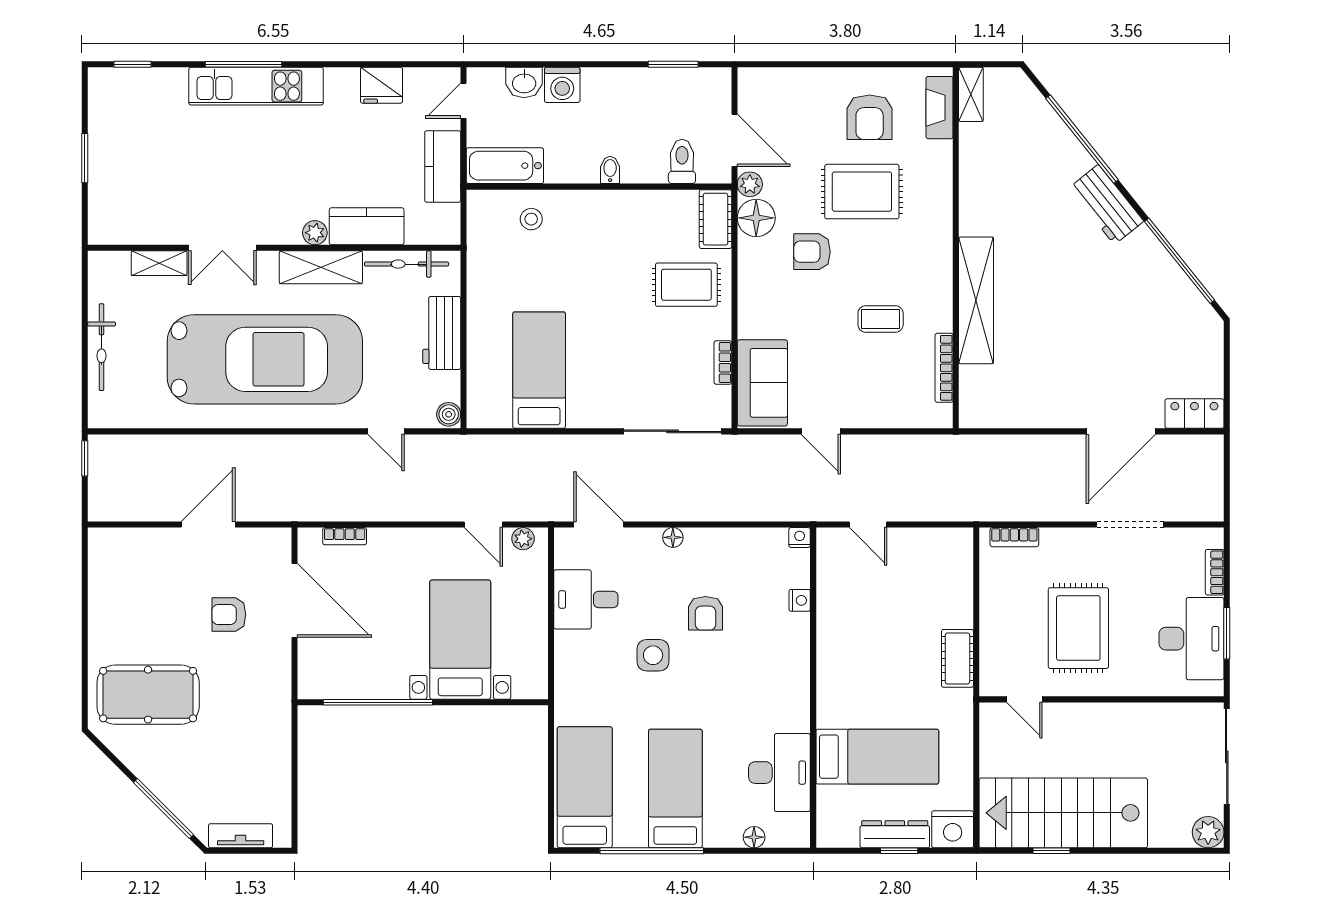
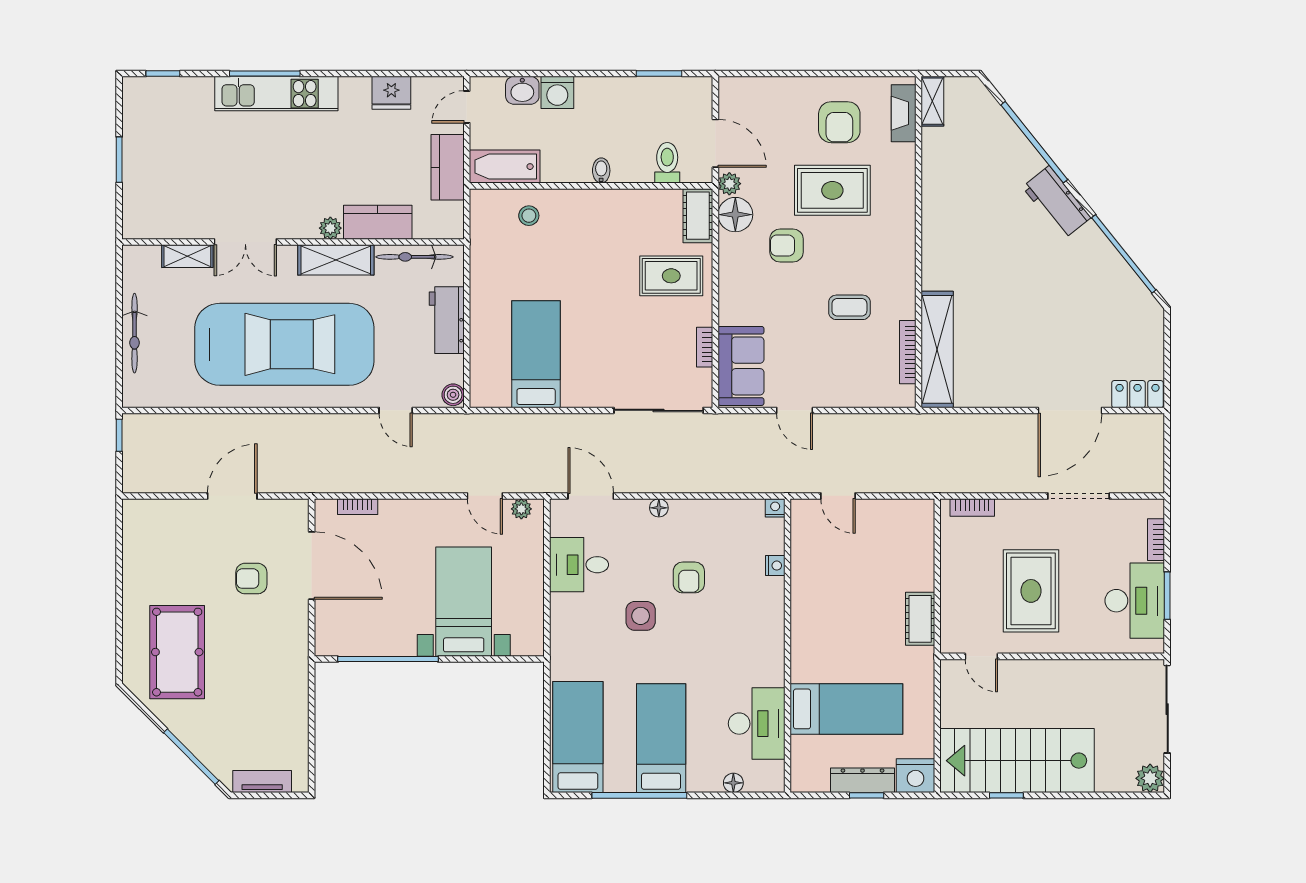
shelving: (976, 300) -> (937, 349), moved
pool table: (148, 695) -> (177, 652), turned 90

